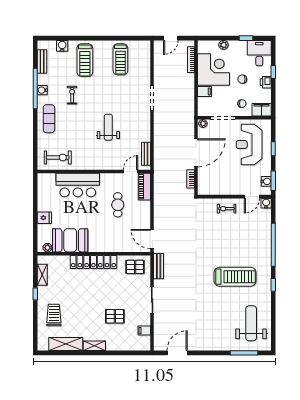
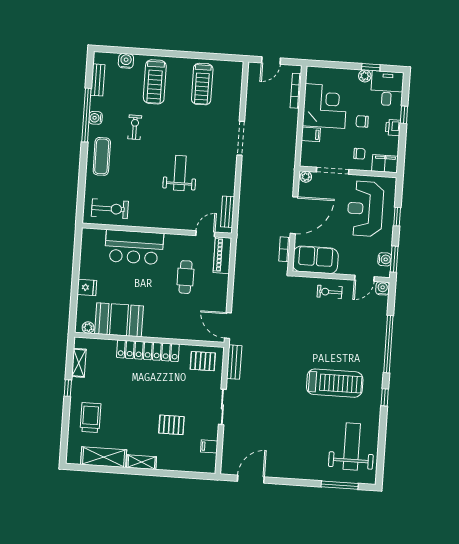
plant: (224, 45) -> (365, 76), moved
sofa: (214, 185) -> (315, 260), added

